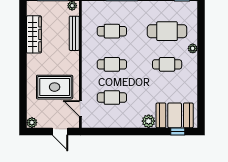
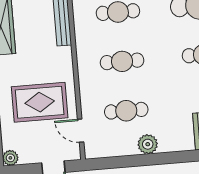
plant: (149, 121) -> (148, 144), moved

